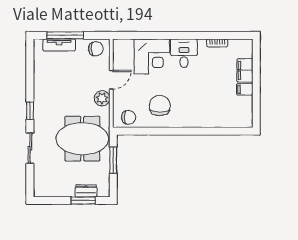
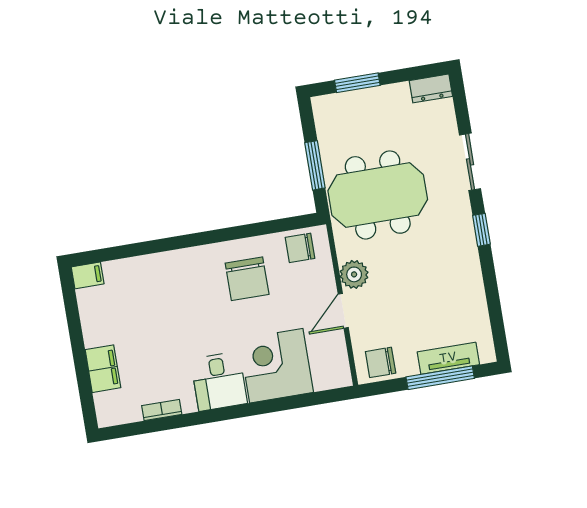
filing cabinet: (245, 89) -> (88, 275), moved
dresser: (86, 191) -> (431, 88), moved

